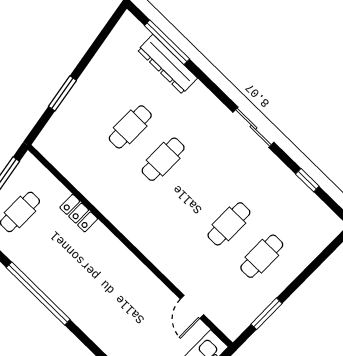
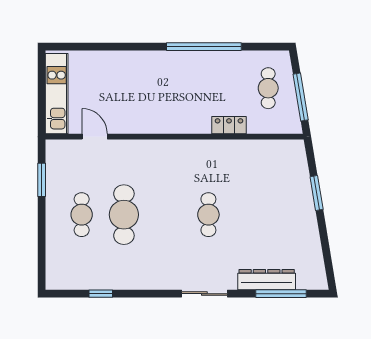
cafe table: (130, 127) -> (251, 215), removed
sliding door: (253, 127) -> (204, 294), moved
cafe table: (229, 224) -> (124, 215), width x1.37, depth x1.35

